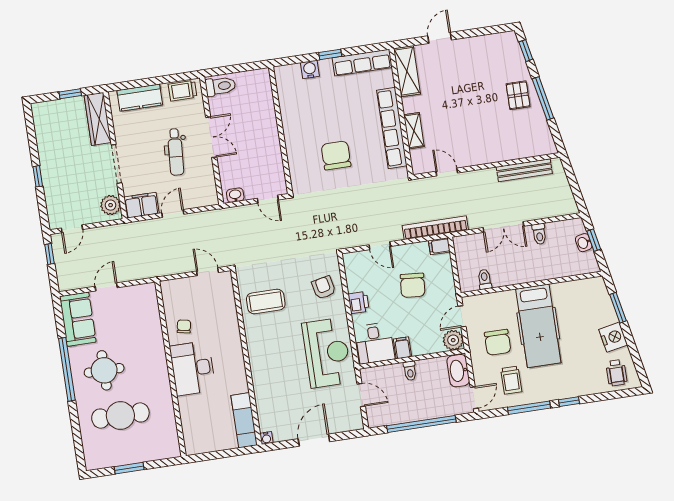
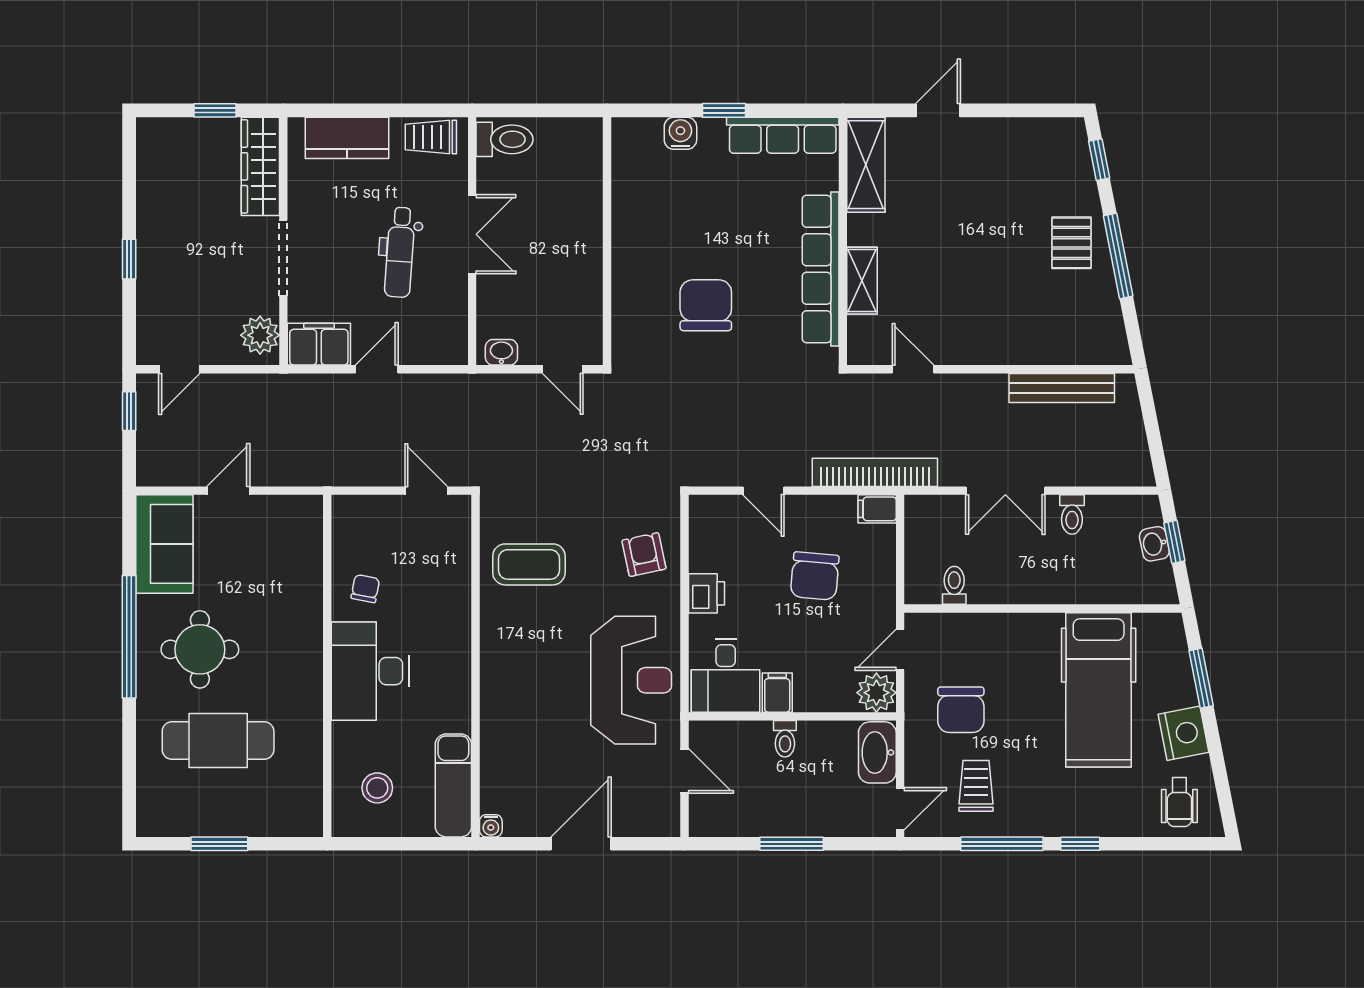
hospital bed: (538, 326) -> (1099, 690), moved
trolley: (511, 380) -> (976, 786), turned 180
window: (421, 424) -> (791, 844), width x0.47
stool: (205, 427) -> (377, 788), added

